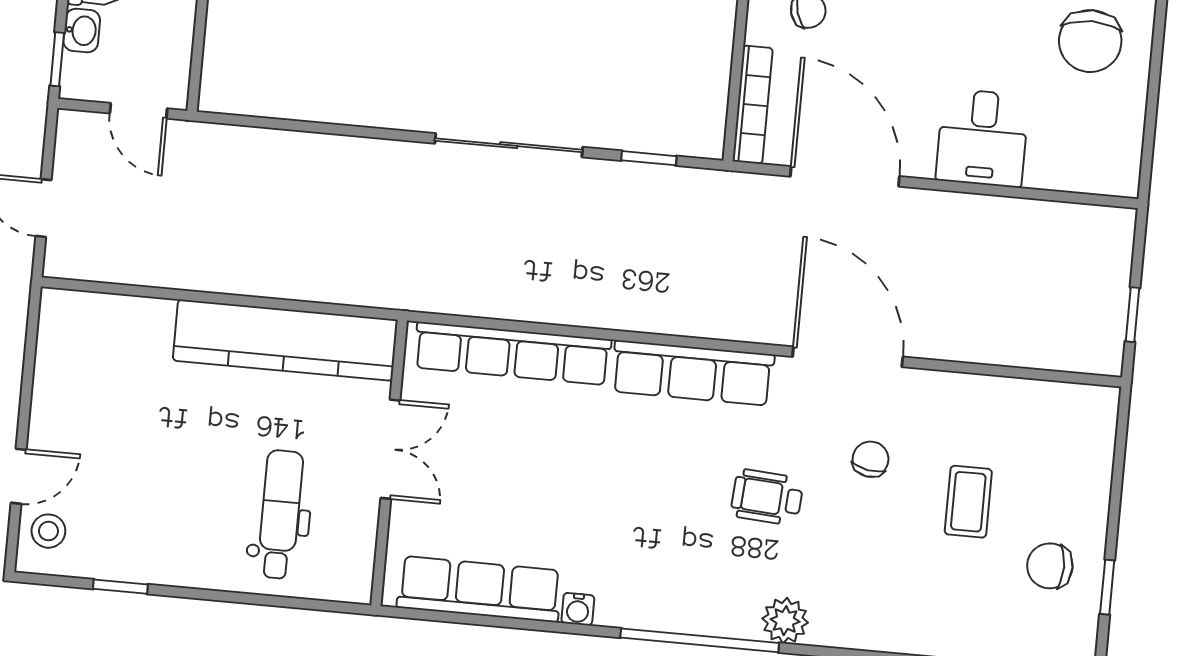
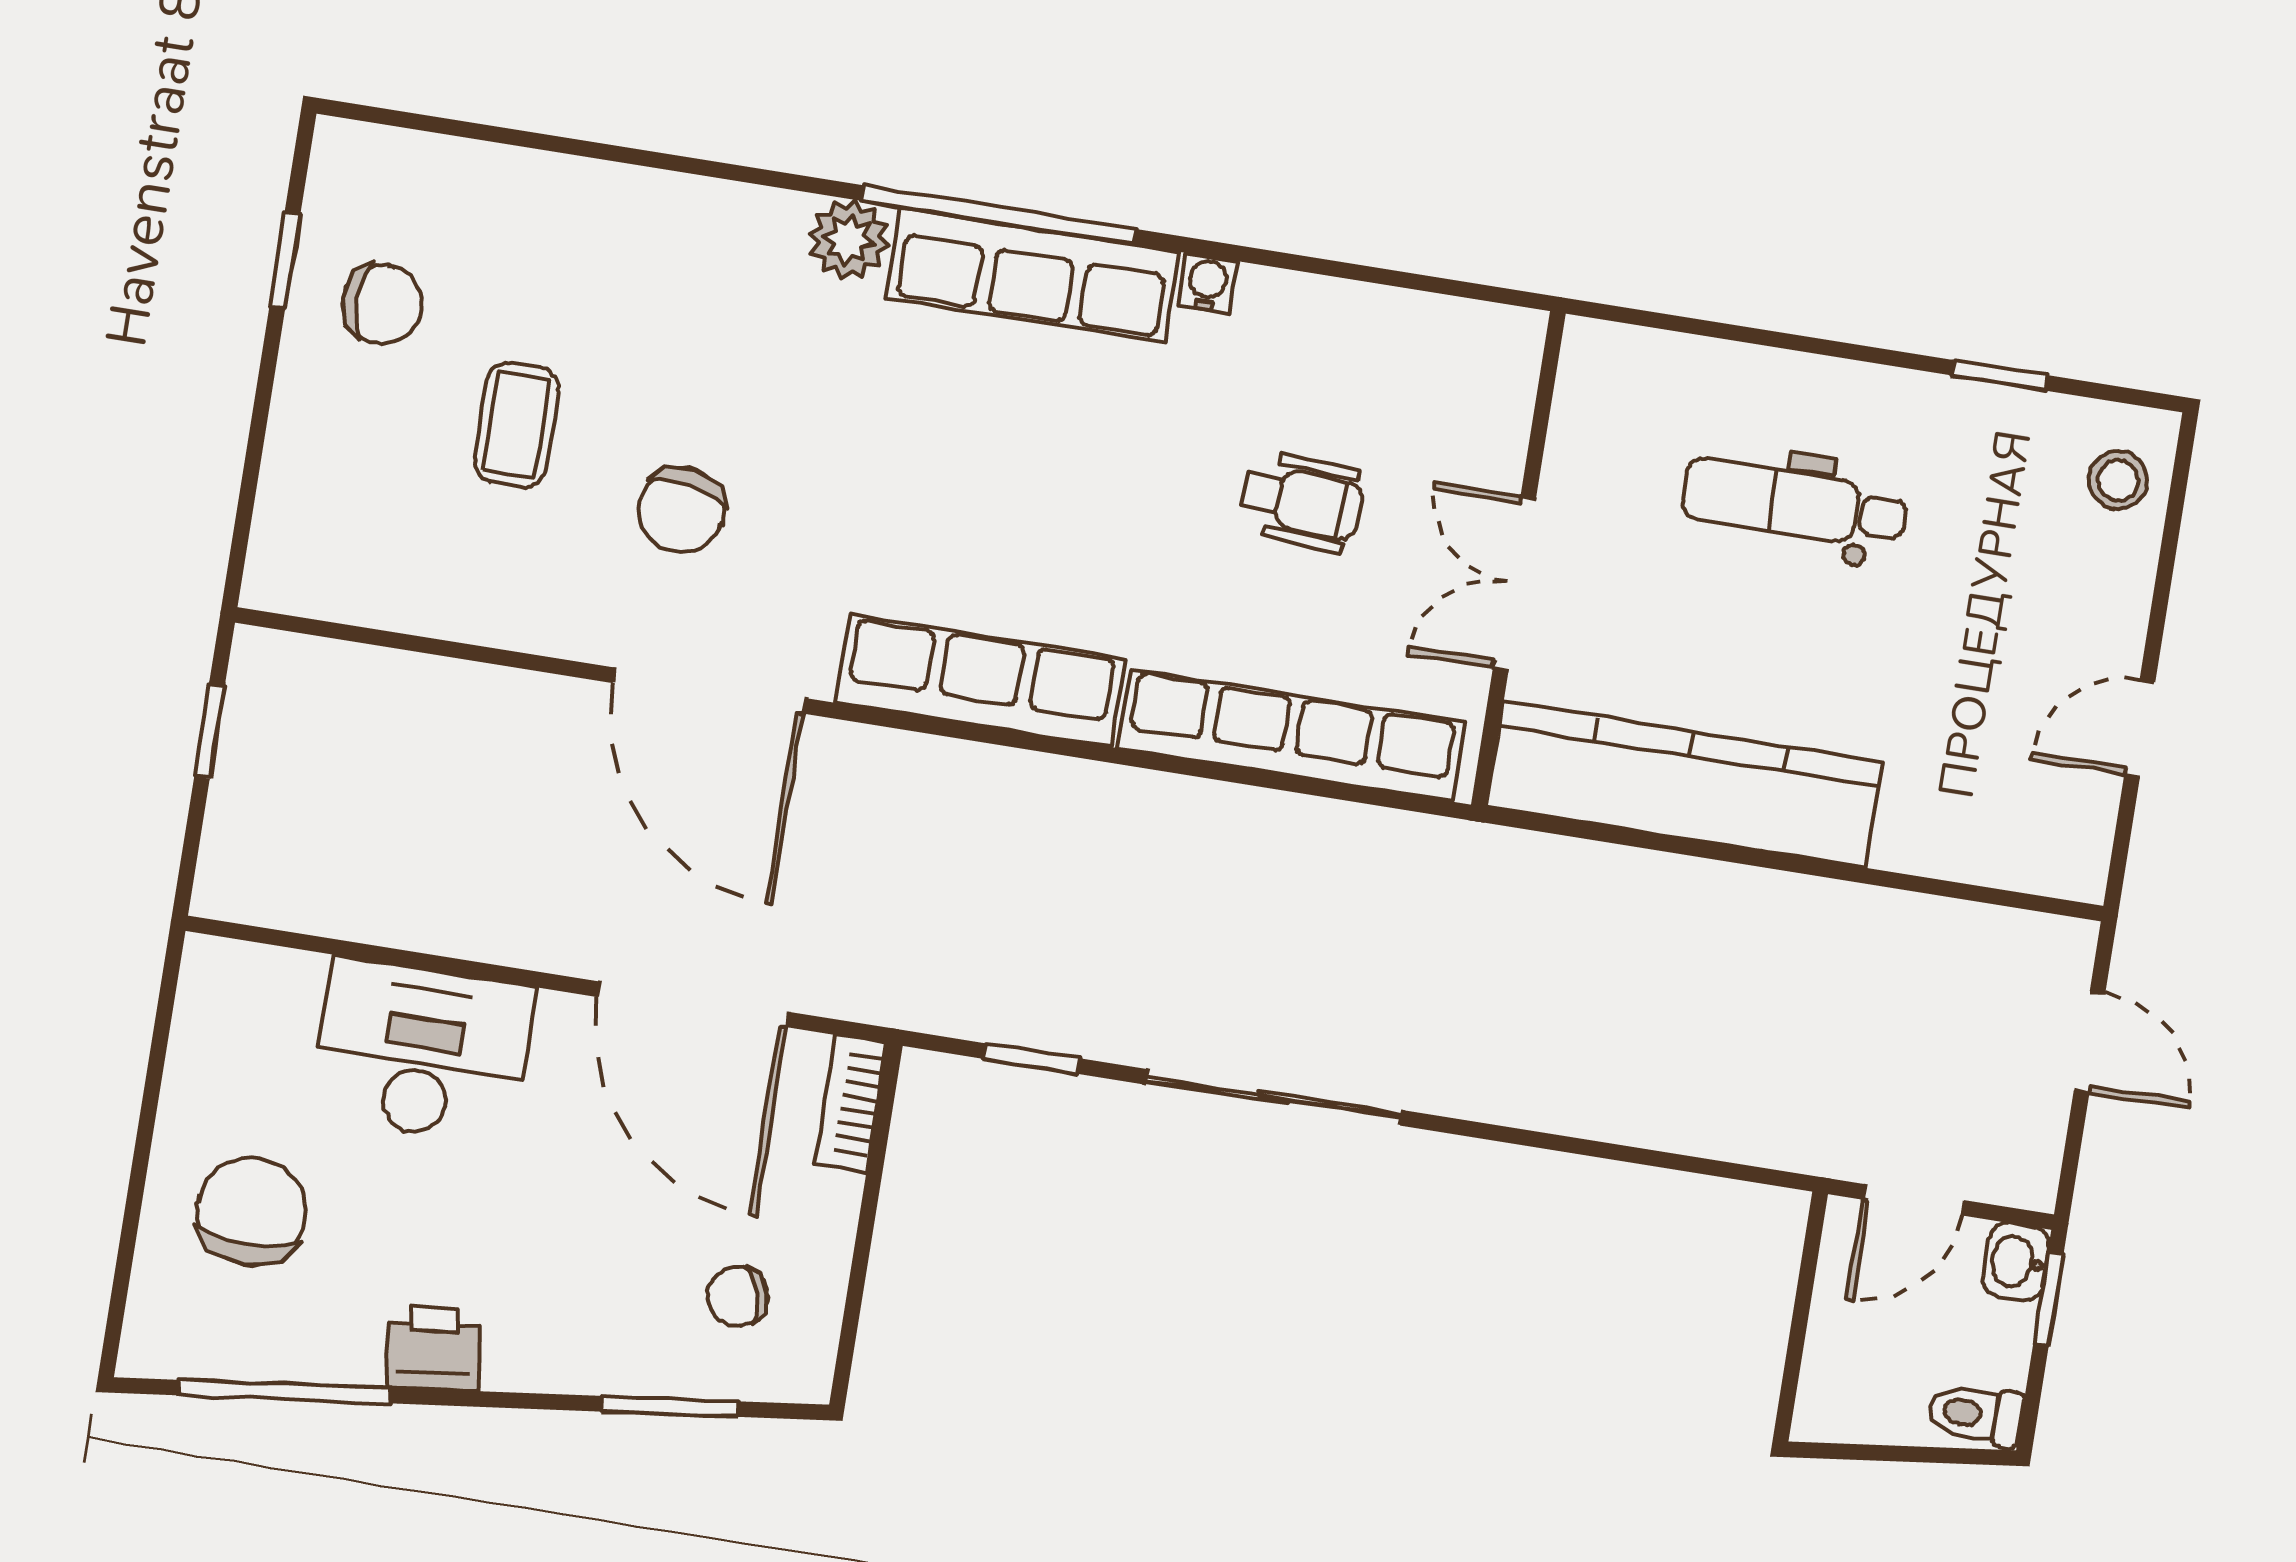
washbasin: (82, 30) -> (2016, 1262), moved
bookcase: (753, 105) -> (851, 1103), width x0.64
door: (139, 111) -> (1913, 1200), swing flipped
desk: (982, 138) -> (422, 1051), width x1.37
chair: (871, 459) -> (681, 510), width x1.37, depth x1.37
door: (19, 476) -> (2140, 728), moved
wheelchair: (767, 497) -> (1302, 501), moved
dental chair: (280, 514) -> (1795, 504), moved, turned 90
row of seats: (479, 589) -> (1033, 274), moved

